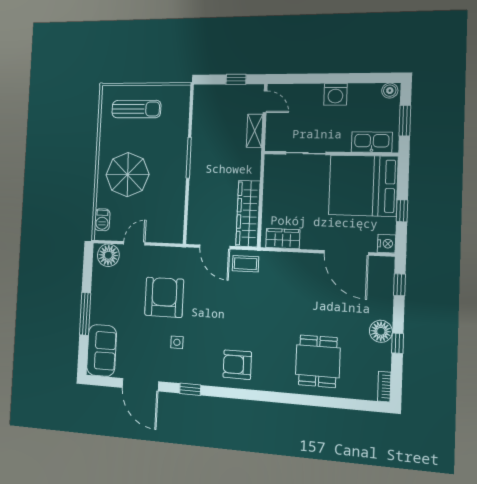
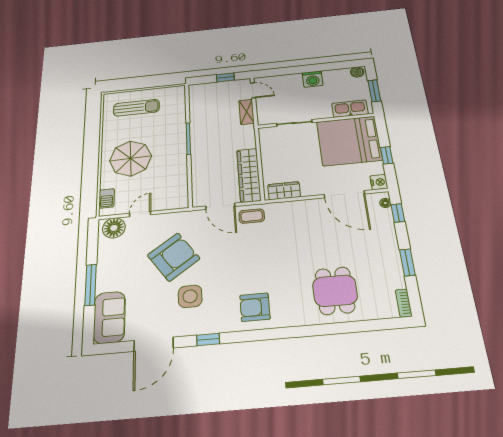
armchair: (164, 297) -> (174, 257), turned 55
floor lamp: (381, 331) -> (385, 203), moved, width x0.53, depth x0.53
side table: (177, 342) -> (190, 296), width x1.87, depth x1.87
window: (398, 343) -> (407, 262), width x1.50
door: (140, 385) -> (154, 344), hinge flipped

